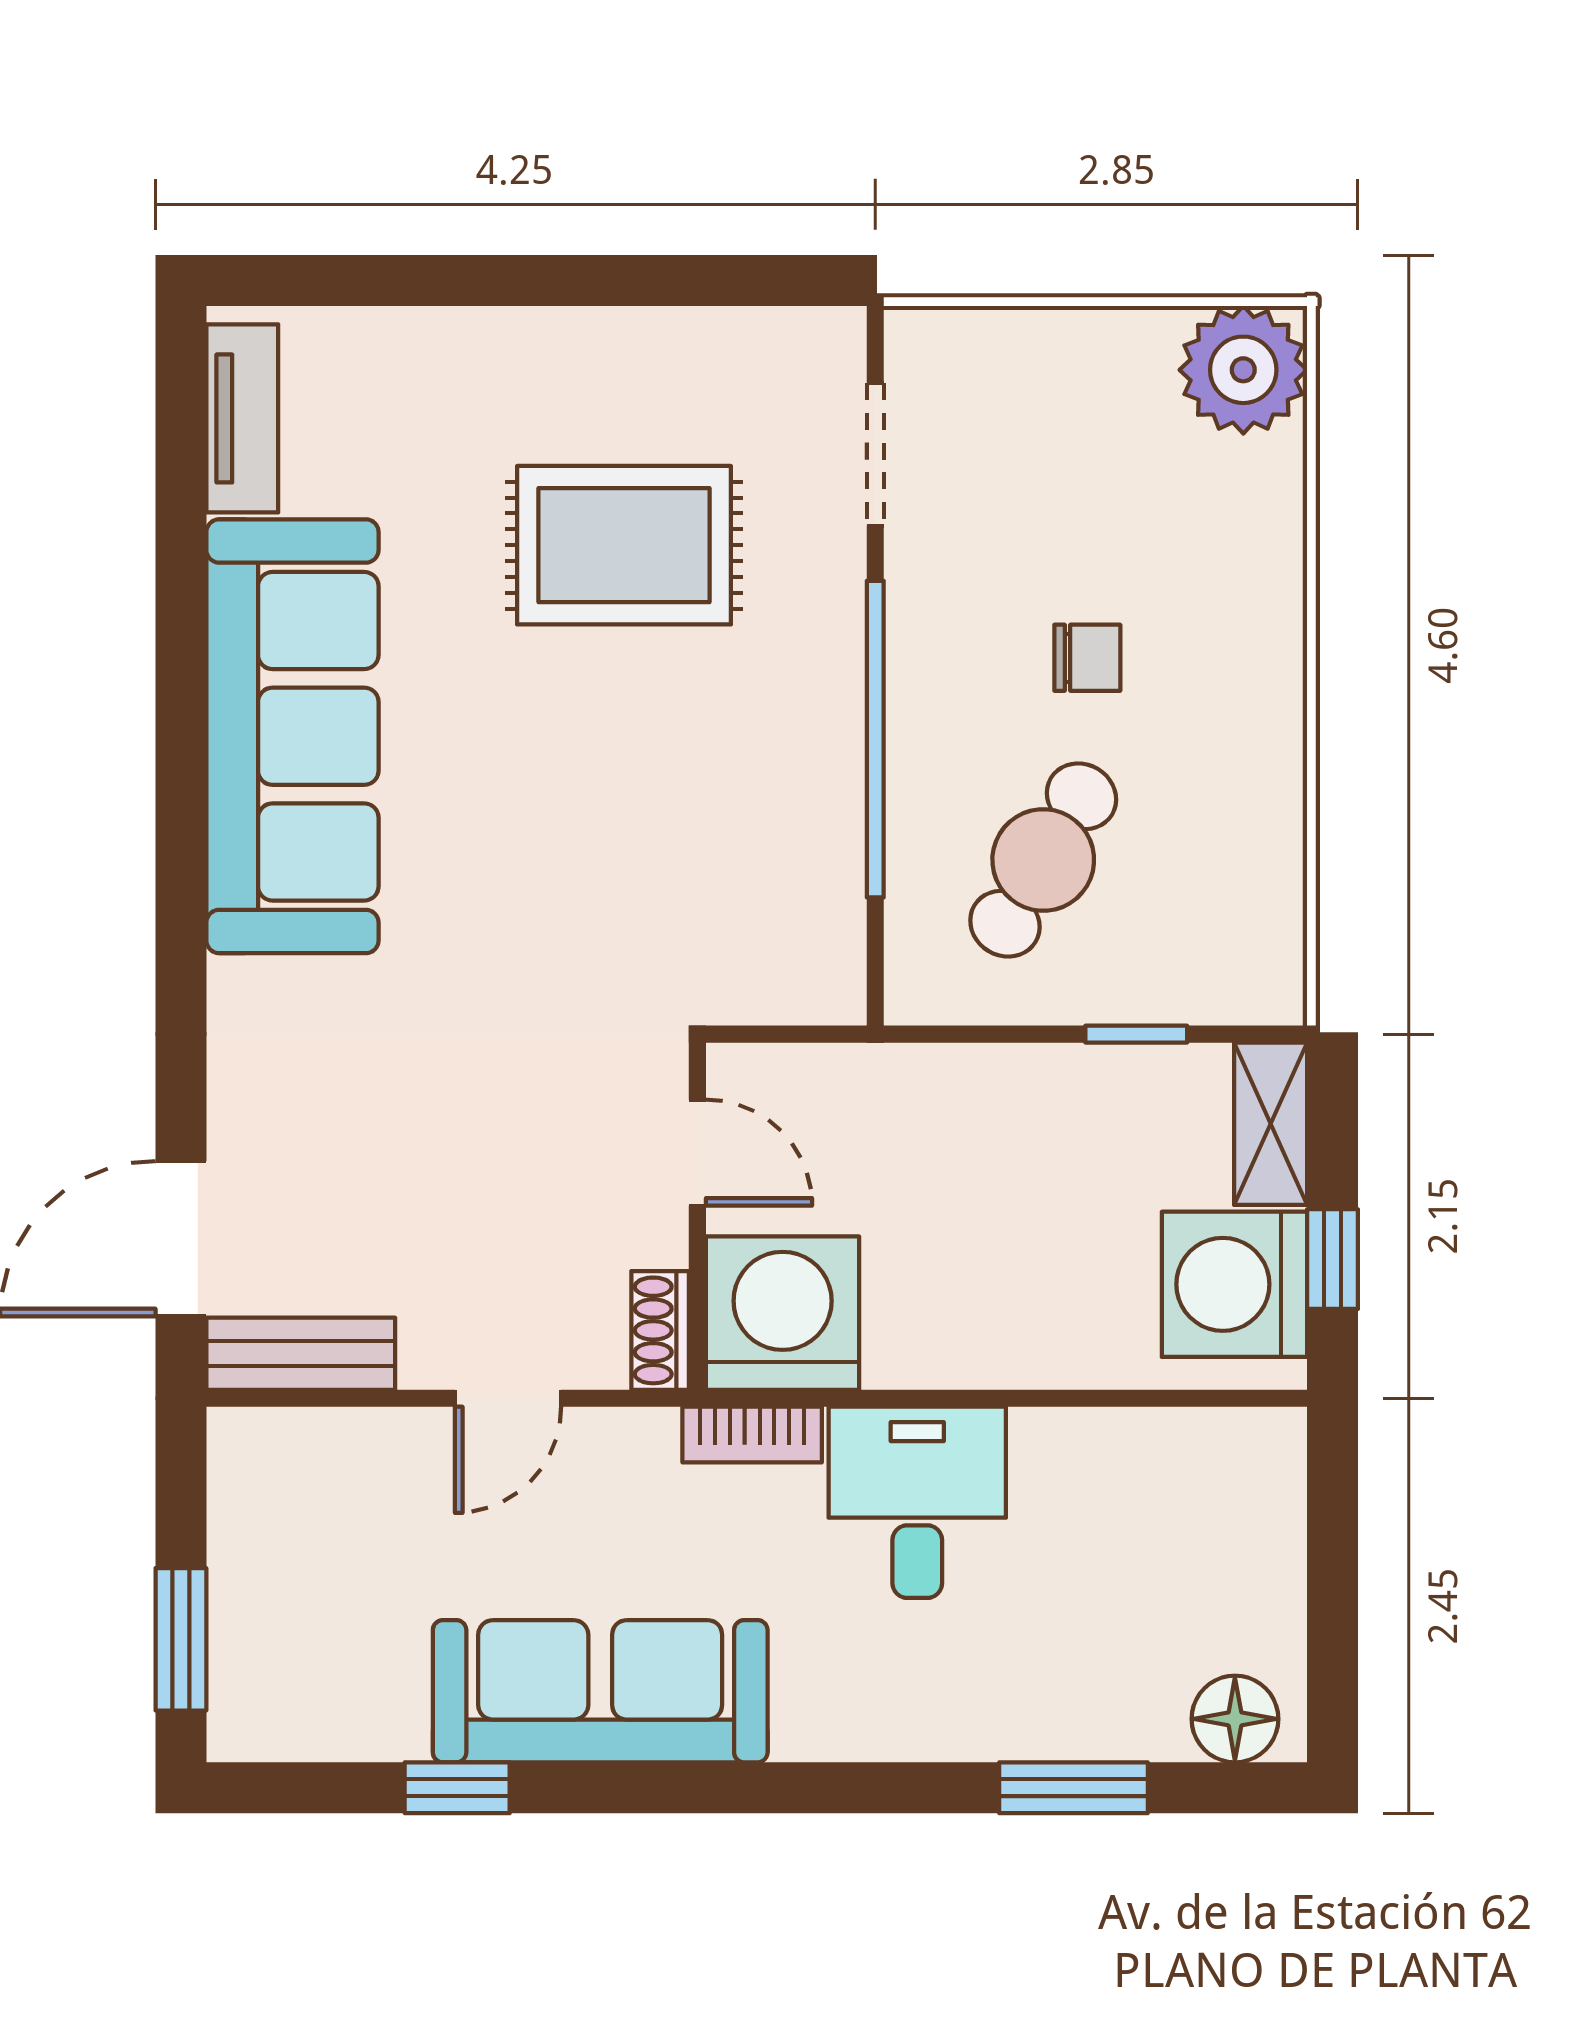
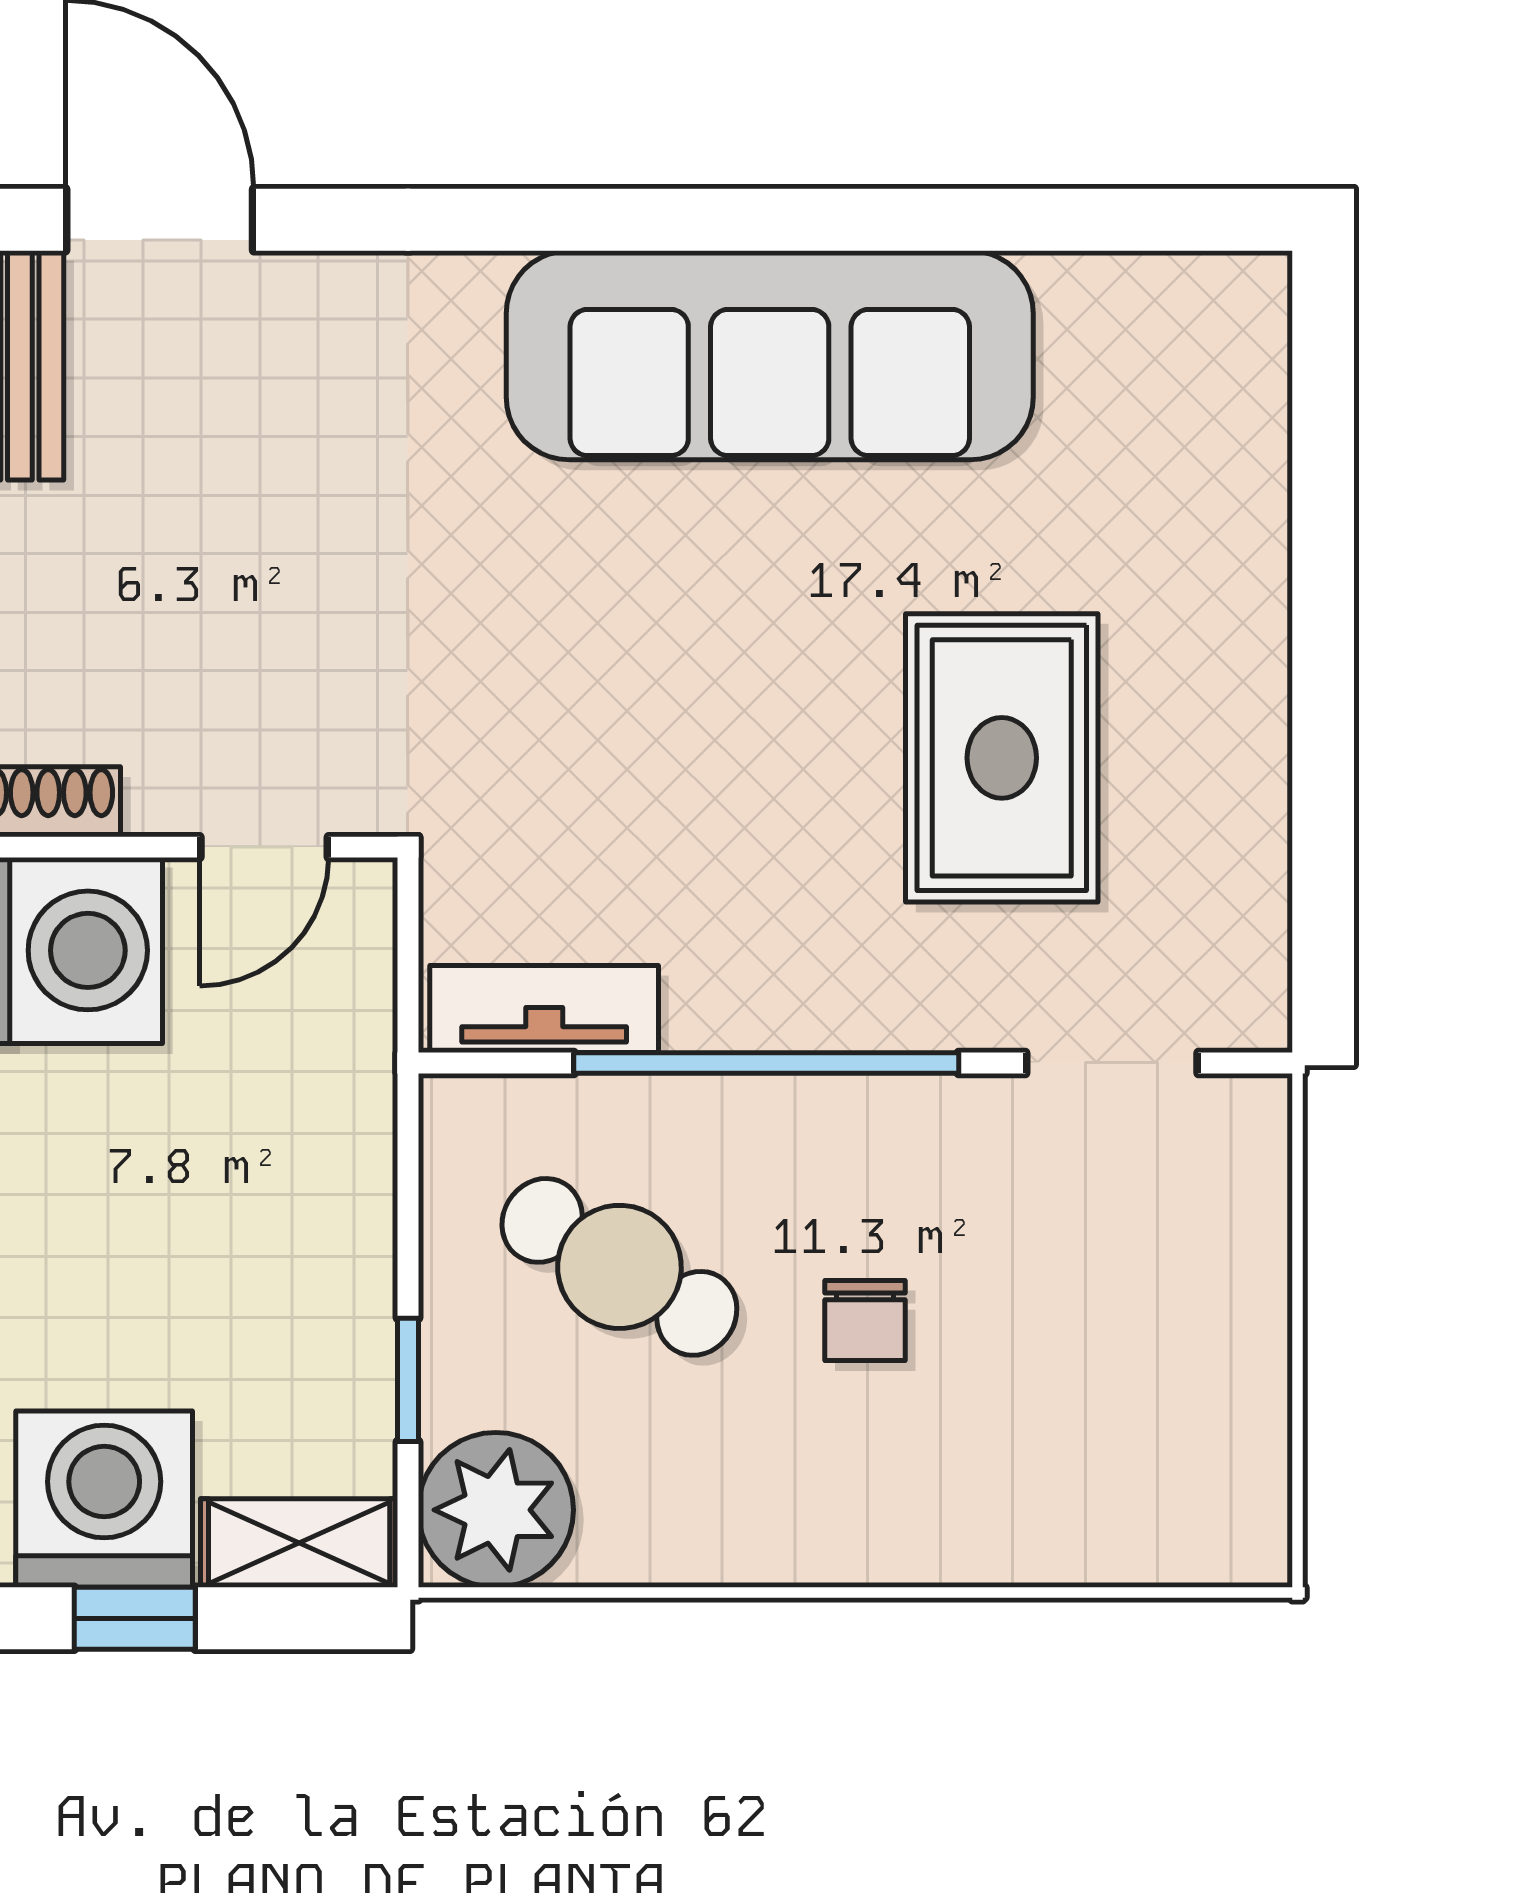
plant: (1243, 370) -> (496, 1510), moved
tv unit: (242, 418) -> (544, 1009), moved, turned 180

